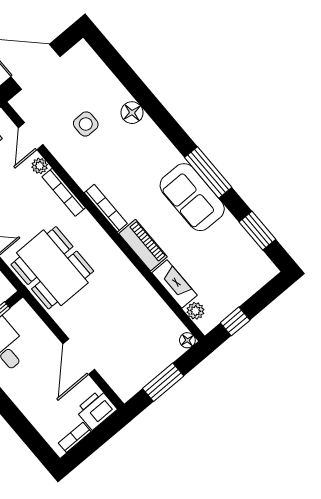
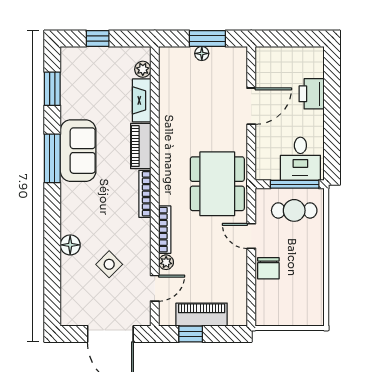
side table: (86, 124) -> (109, 264), turned 45
window: (235, 321) -> (98, 39), moved
floor lamp: (187, 340) -> (202, 53), moved
printer: (96, 410) -> (312, 94), moved, turned 90
bookcase: (75, 437) -> (302, 52), removed

